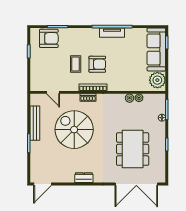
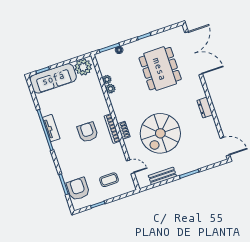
coffee table: (76, 64) -> (109, 180), moved
door: (53, 92) -> (130, 167), hinge flipped
bench: (35, 123) -> (162, 176), width x0.73
dining table: (133, 149) -> (160, 69), turned 90

